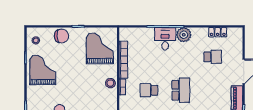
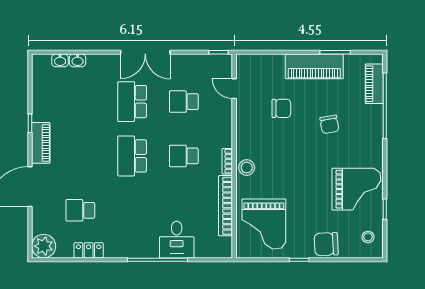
locker: (218, 32) -> (89, 250), moved
plant: (184, 35) -> (44, 246), moved
desk: (165, 39) -> (177, 240), moved
grand piano: (43, 70) -> (356, 189), turned -90
school desk: (149, 90) -> (184, 156), turned 180

